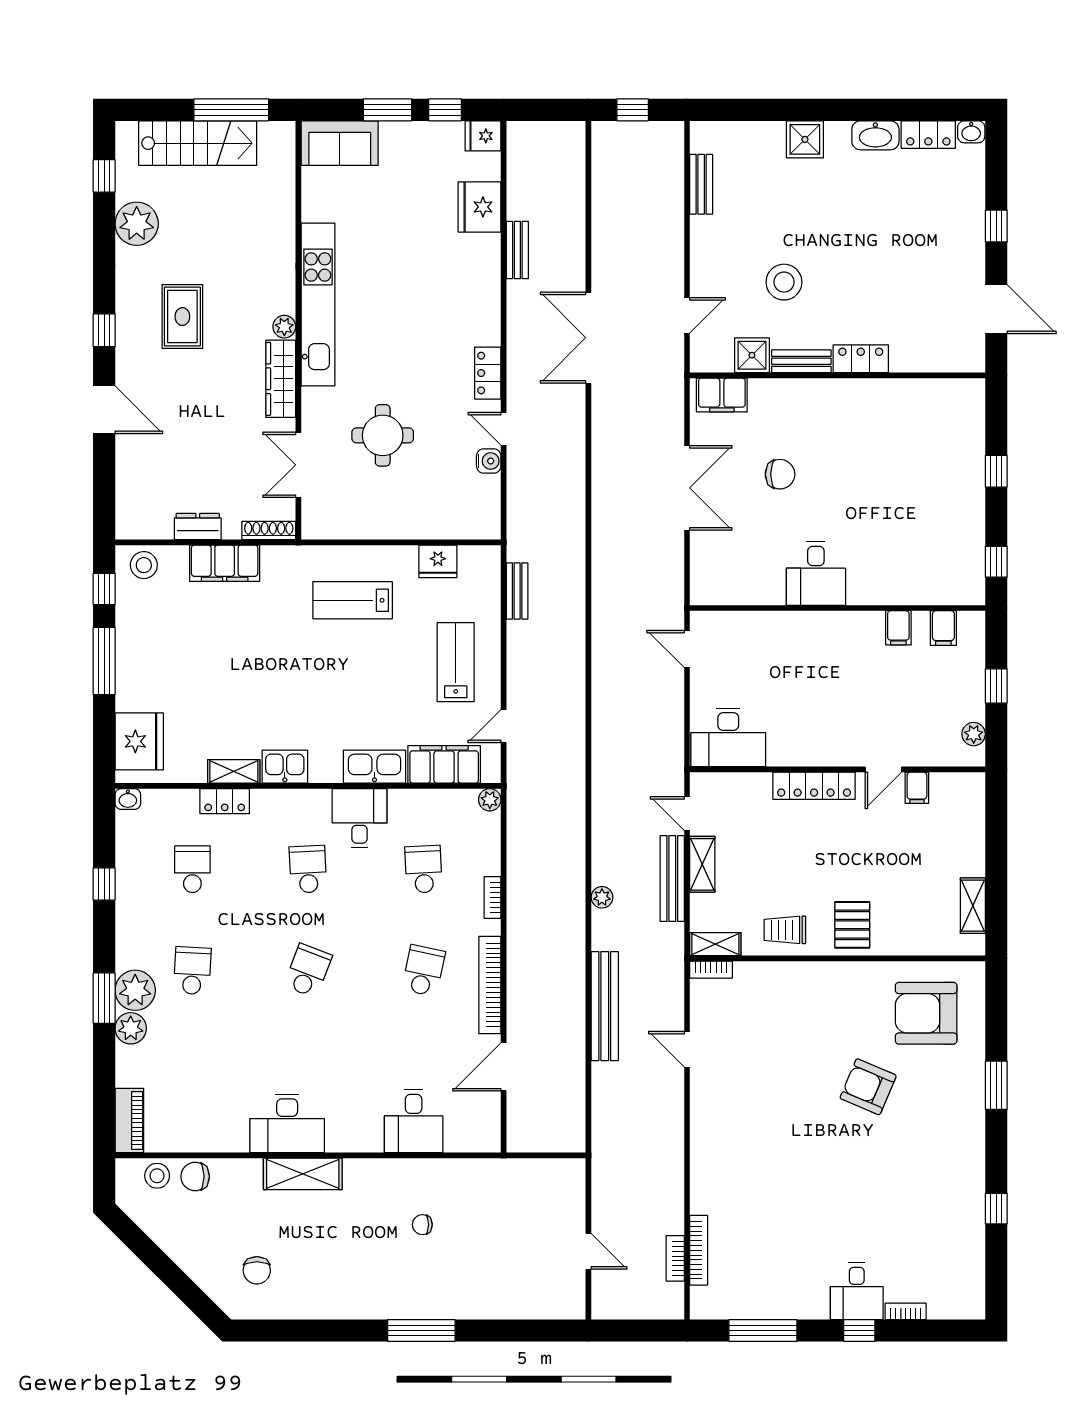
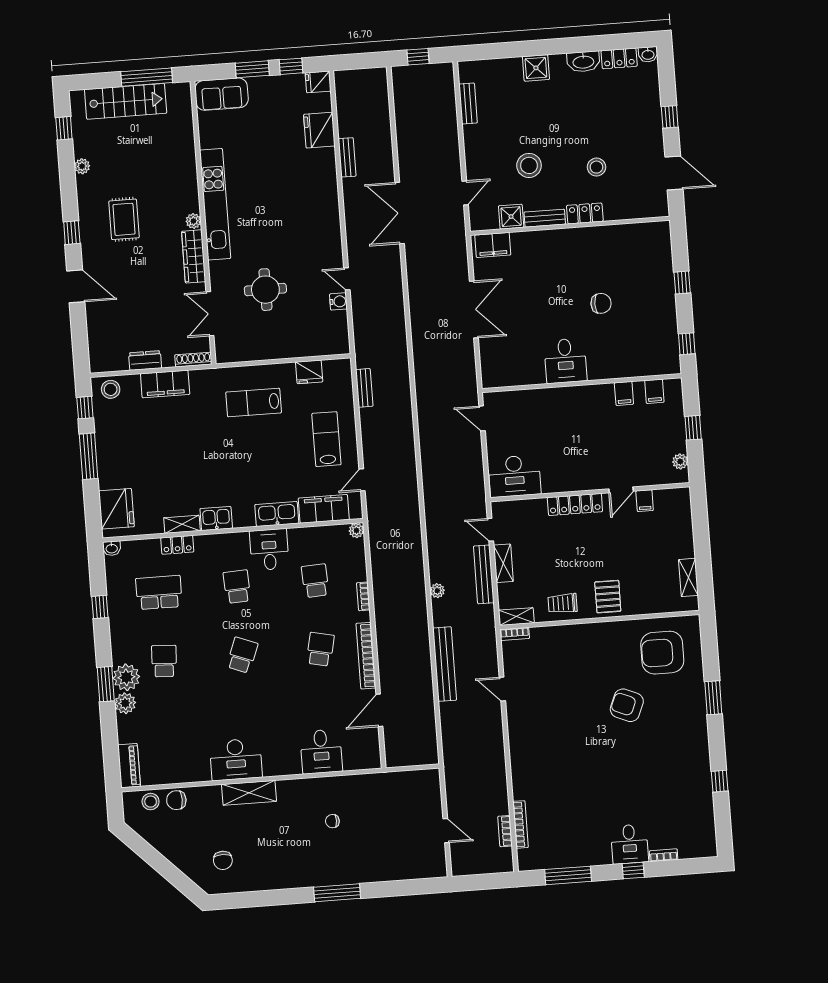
plant: (137, 224) -> (82, 166), width x0.53, depth x0.53
stool: (883, 292) -> (596, 167), added
locker: (488, 373) -> (333, 242), removed
chair: (780, 474) -> (601, 303), moved
school desk: (192, 869) -> (159, 593), width x1.85

